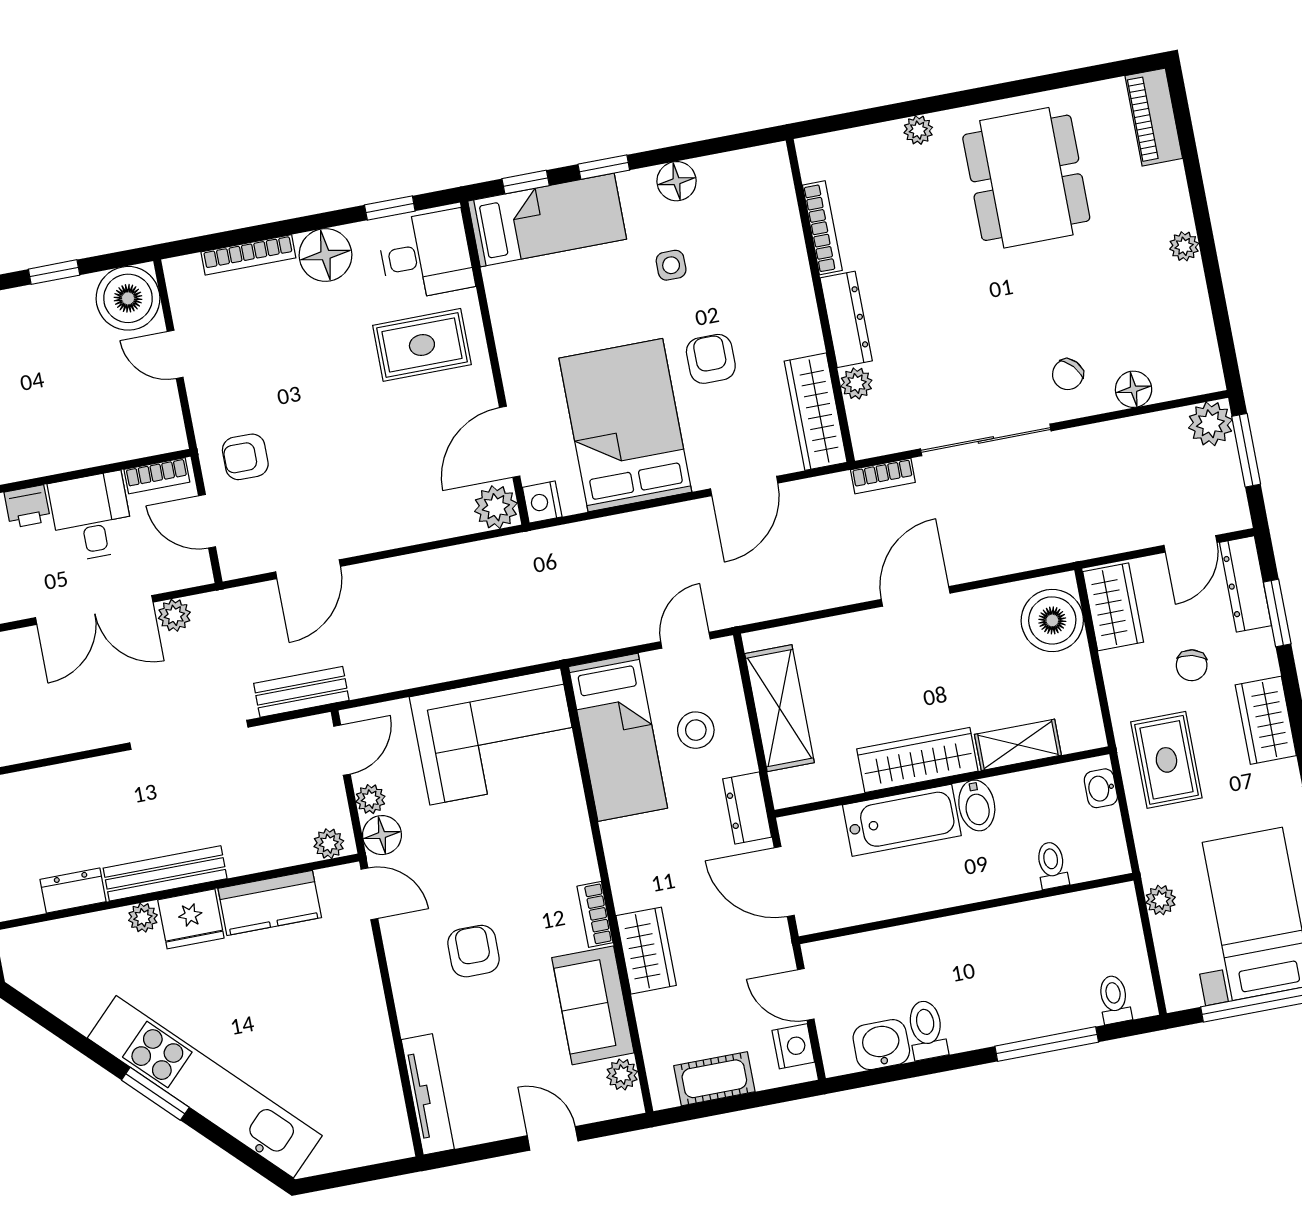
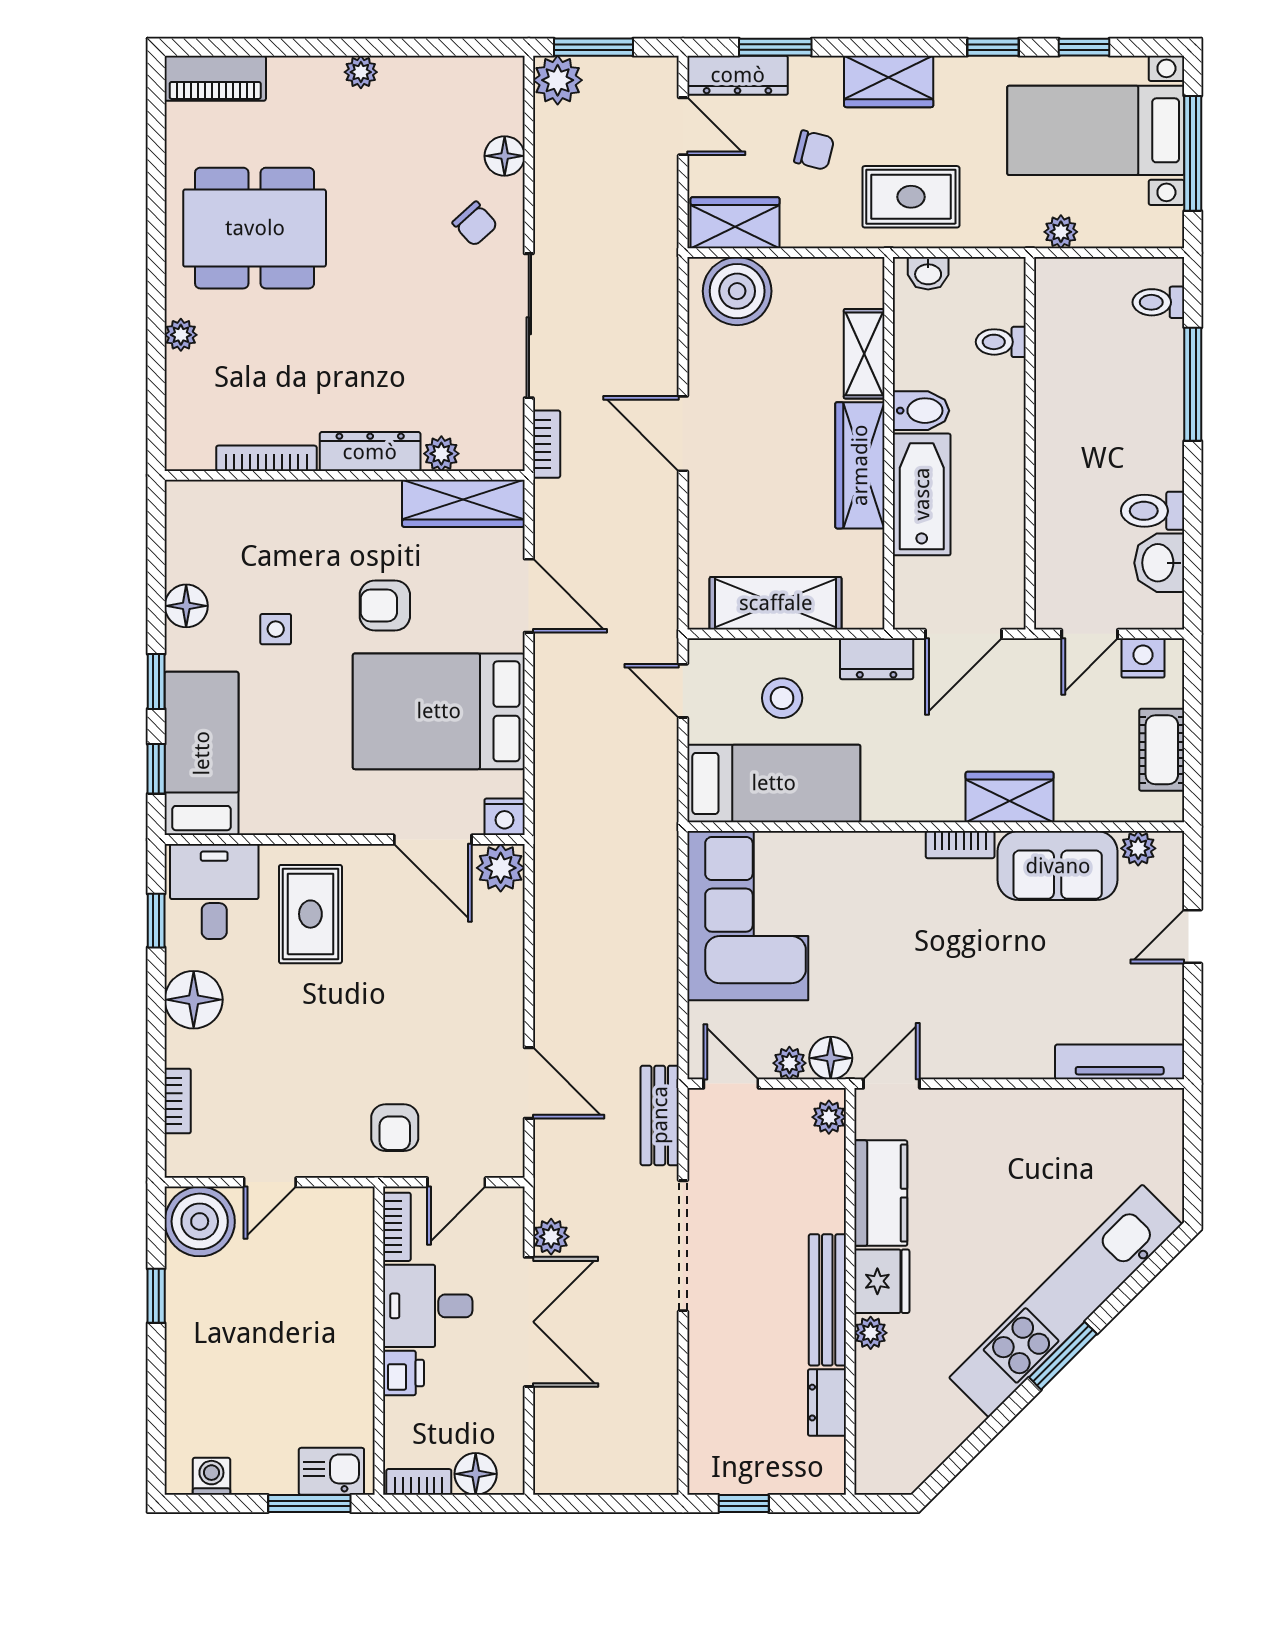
bookcase: (248, 255) -> (178, 1101), width x0.64
armchair: (474, 951) -> (975, 983), removed

